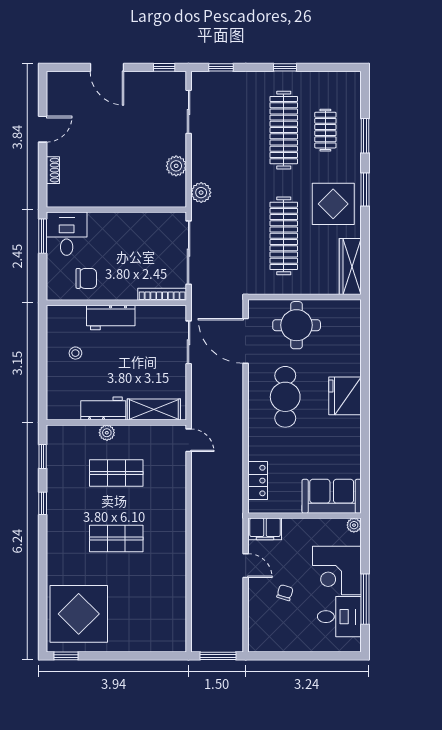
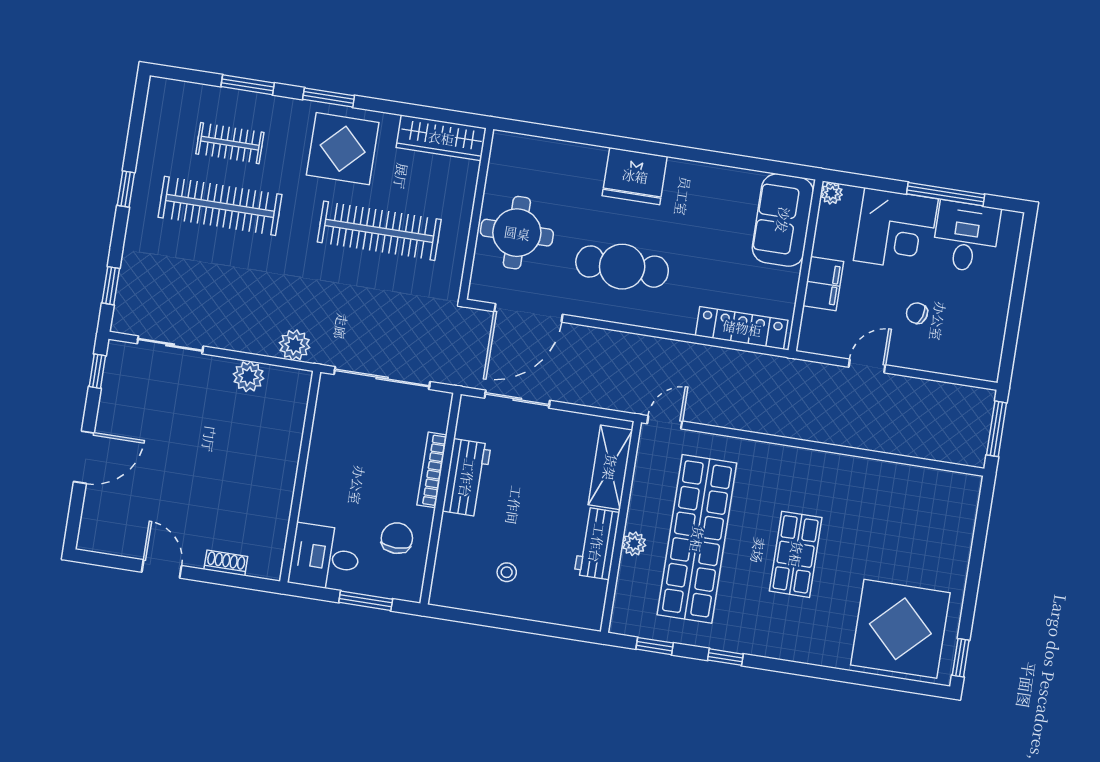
window: (43, 236) -> (366, 601), moved
bookcase: (162, 294) -> (432, 470), moved
workbench: (111, 317) -> (467, 478), moved
shop shelf: (116, 473) -> (697, 539), width x2.00, depth x1.36
locker: (258, 481) -> (742, 328), width x1.53
filing cabinet: (265, 529) -> (823, 284), moved

